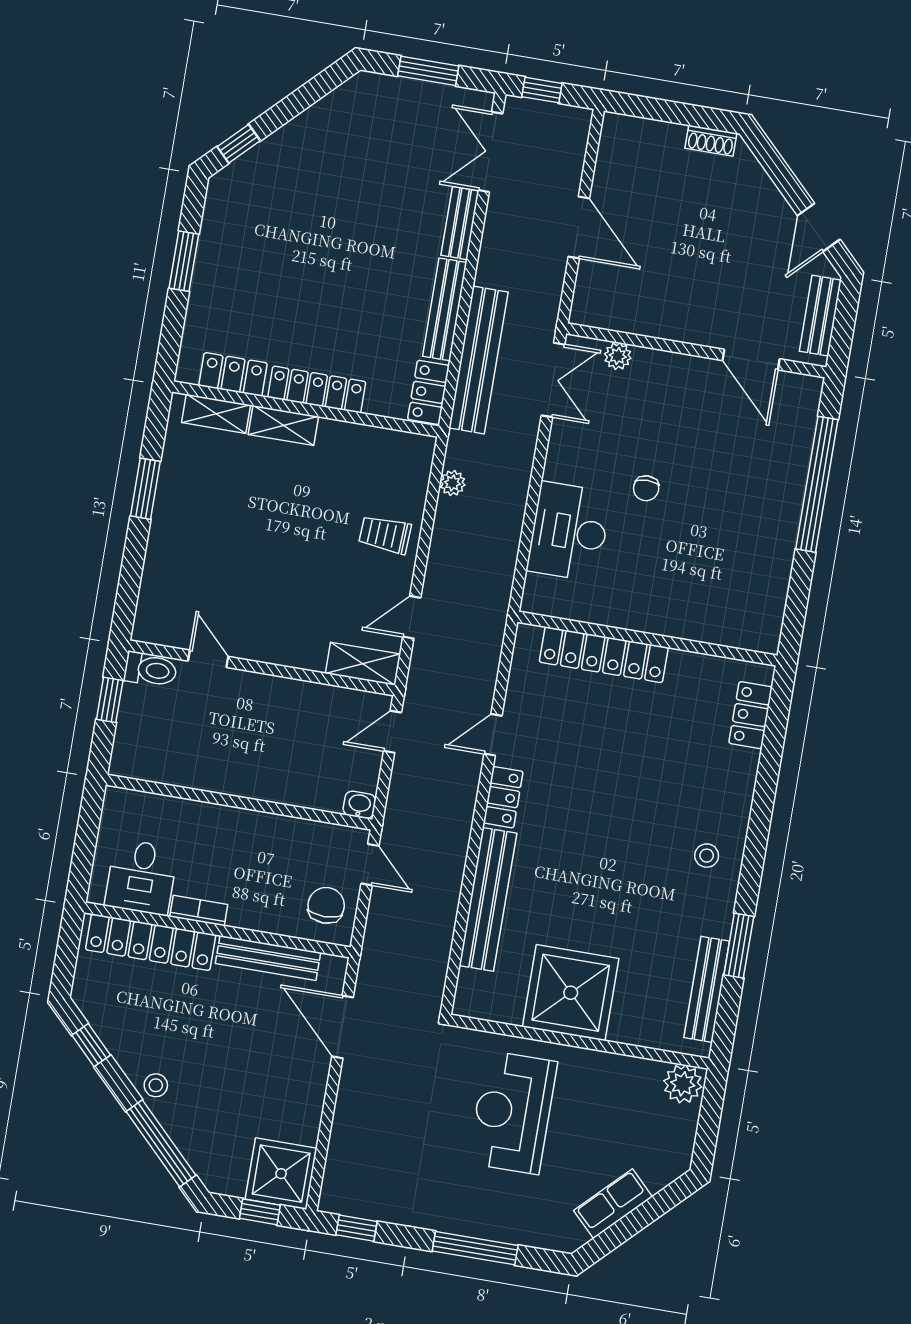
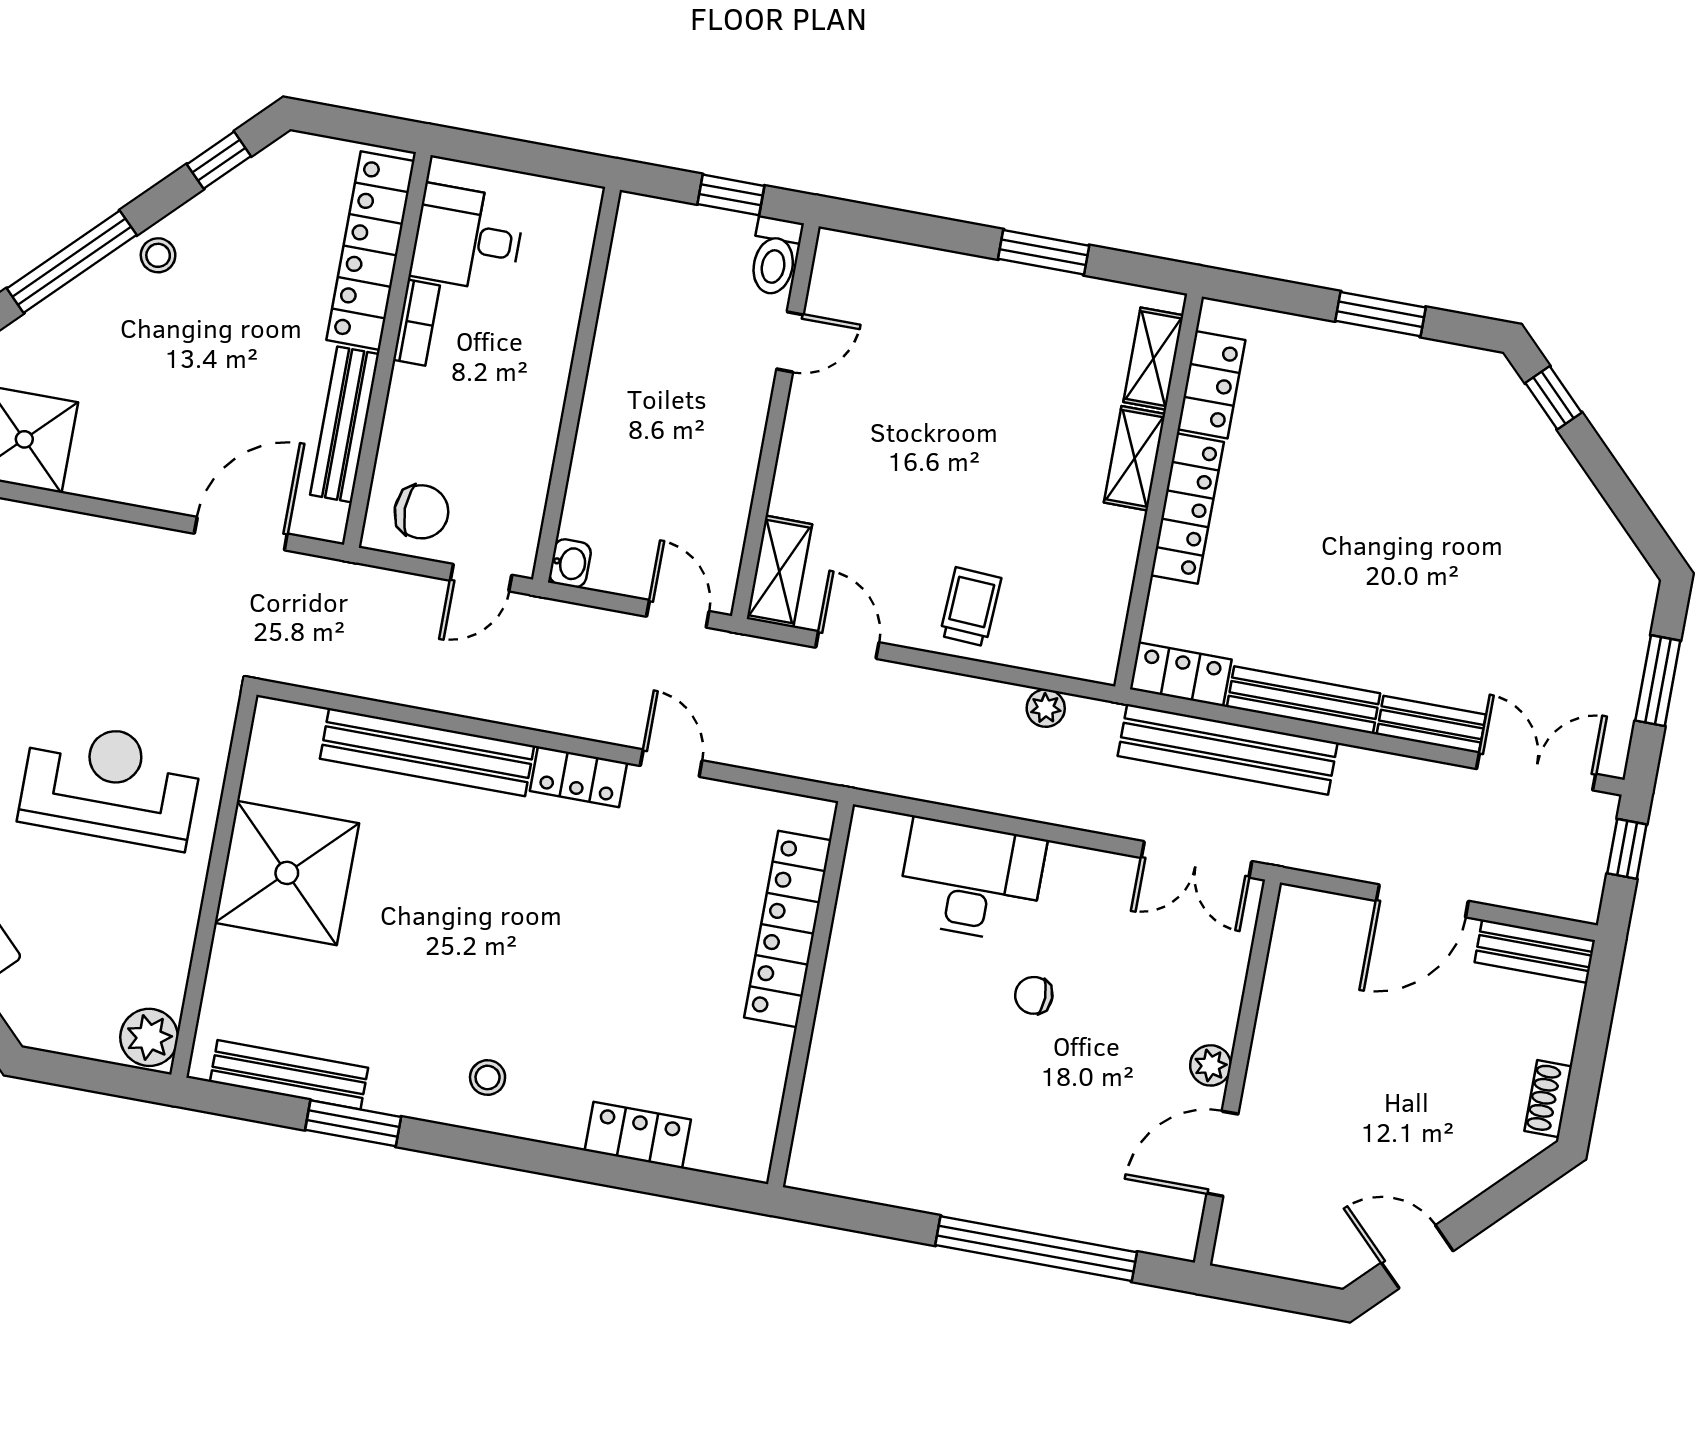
bench: (820, 316) -> (1535, 951), moved
plant: (618, 356) -> (1211, 1065), moved
locker: (751, 715) -> (638, 1135), moved

